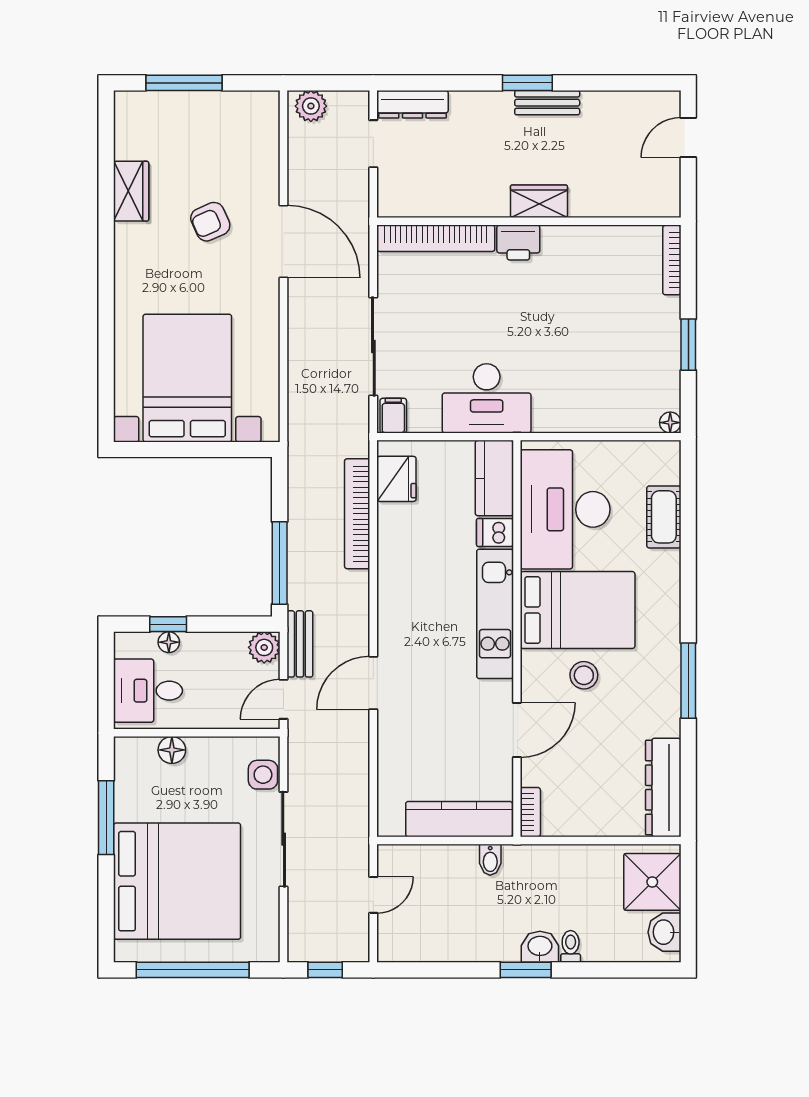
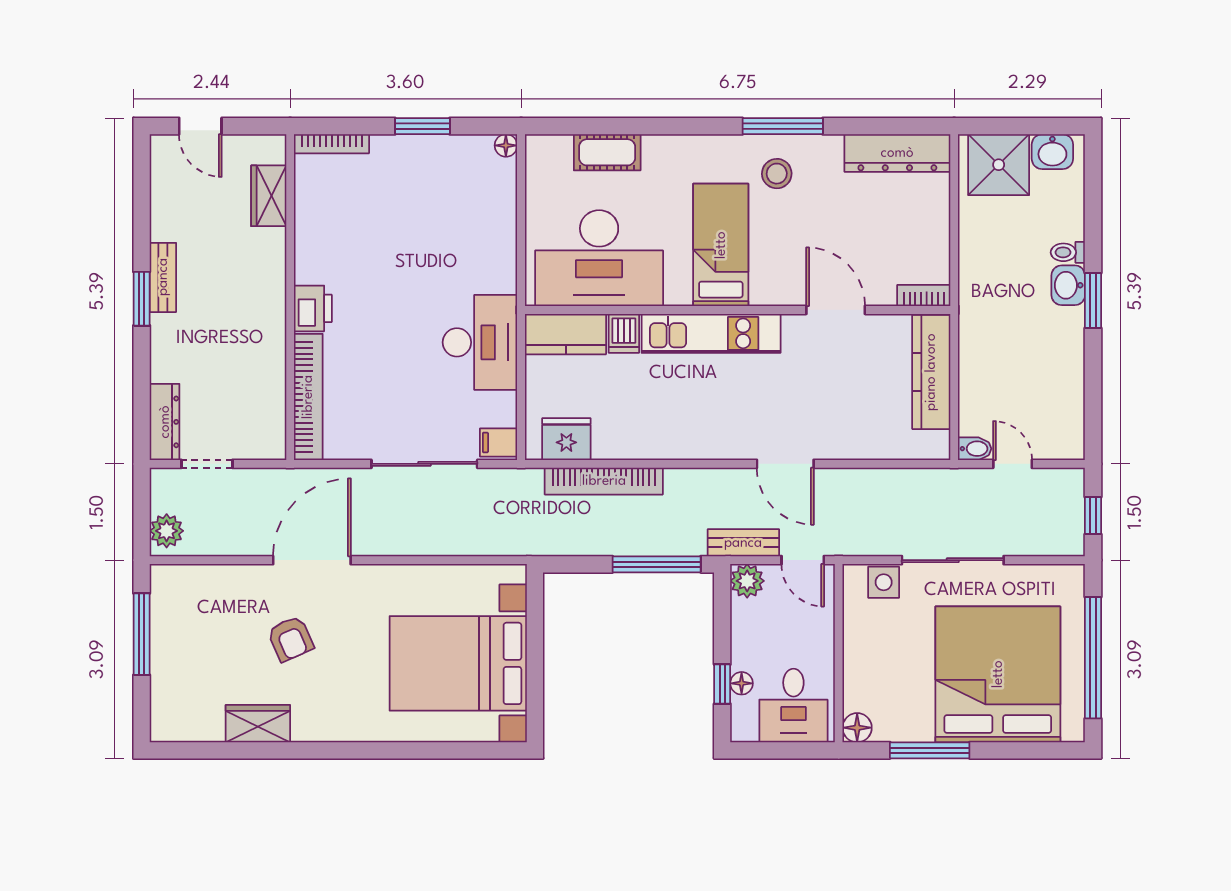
window: (184, 83) -> (142, 634), moved
wardrobe: (539, 201) -> (269, 196), moved
bed: (578, 610) -> (721, 245), width x0.67
stool: (584, 675) -> (777, 174), moved
floor lamp: (172, 750) -> (857, 728), moved
bidet: (490, 860) -> (975, 449), moved

